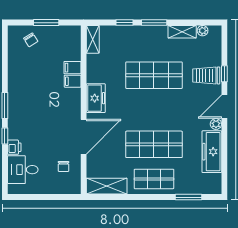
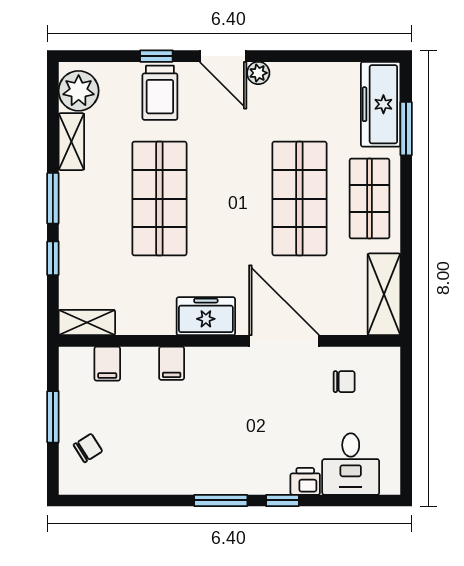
plant: (203, 31) -> (79, 91), width x1.88, depth x1.88
filing cabinet: (72, 68) -> (107, 364), moved
freezer: (212, 152) -> (381, 104), moved, turned 90

